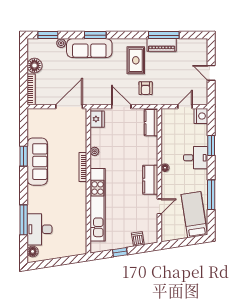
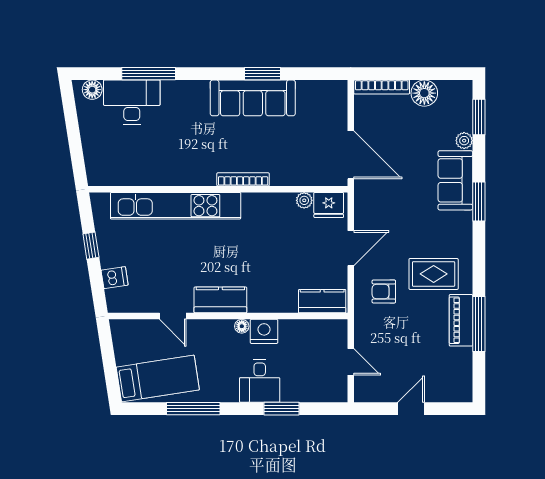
sofa: (89, 48) -> (455, 180), width x0.73
nightstand: (201, 116) -> (264, 331), moved, turned 180
plant: (95, 151) -> (304, 200), moved

